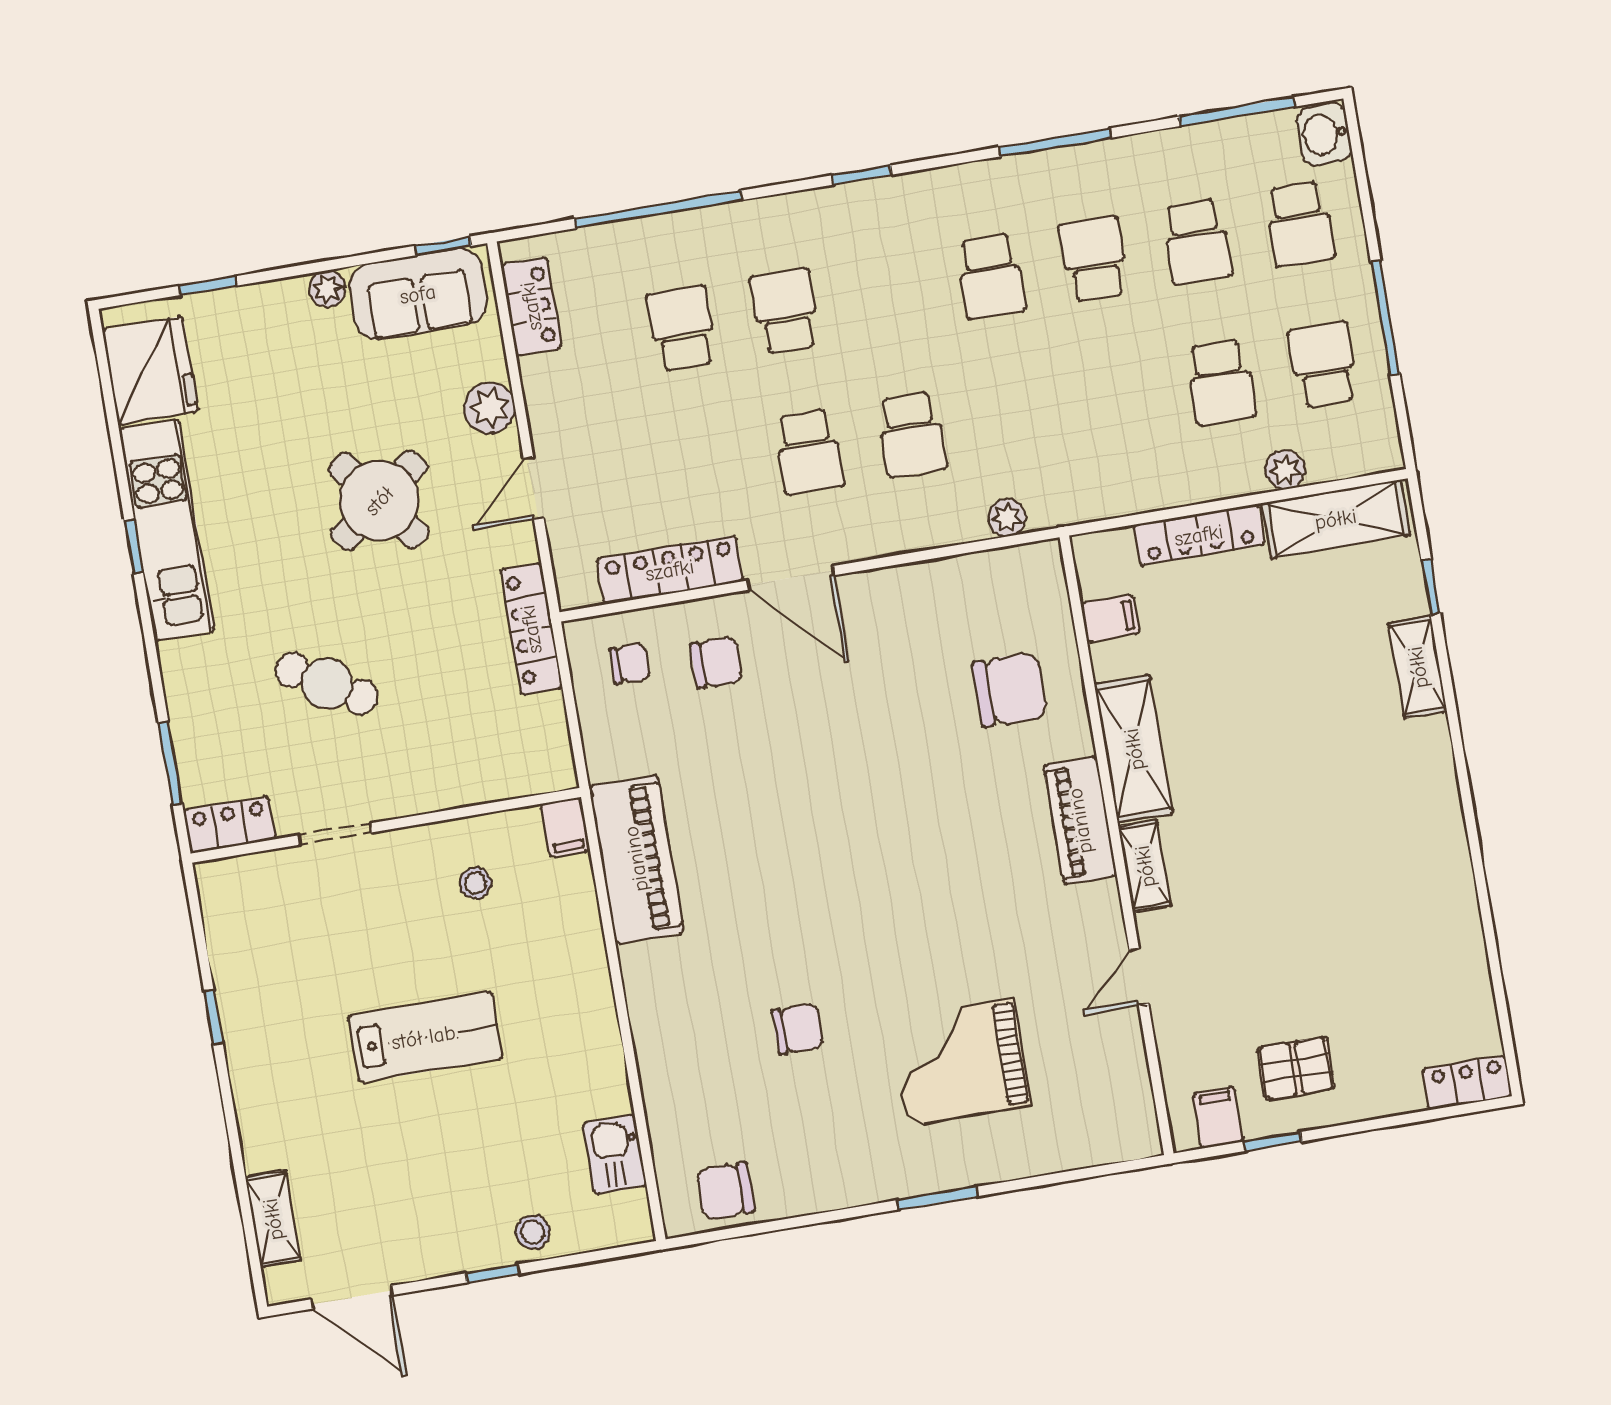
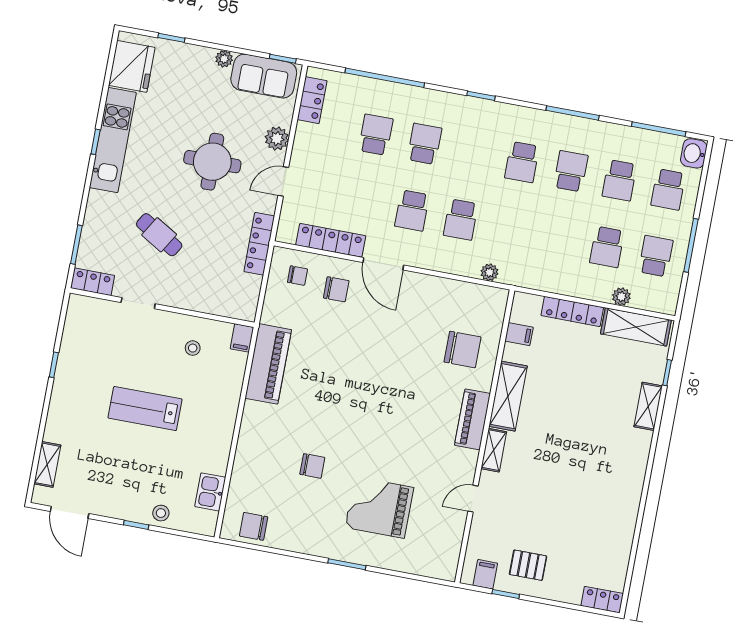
round table: (379, 501) -> (212, 162), turned 37
lab bench: (425, 1037) -> (145, 408), turned 180

